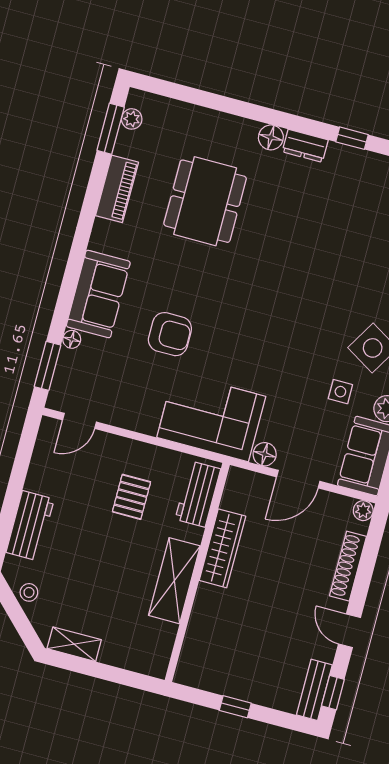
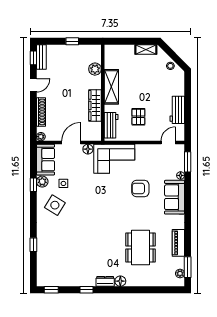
workbench: (30, 526) -> (177, 110), moved
plant: (201, 630) -> (95, 69), added
door: (349, 631) -> (33, 85), hinge flipped

